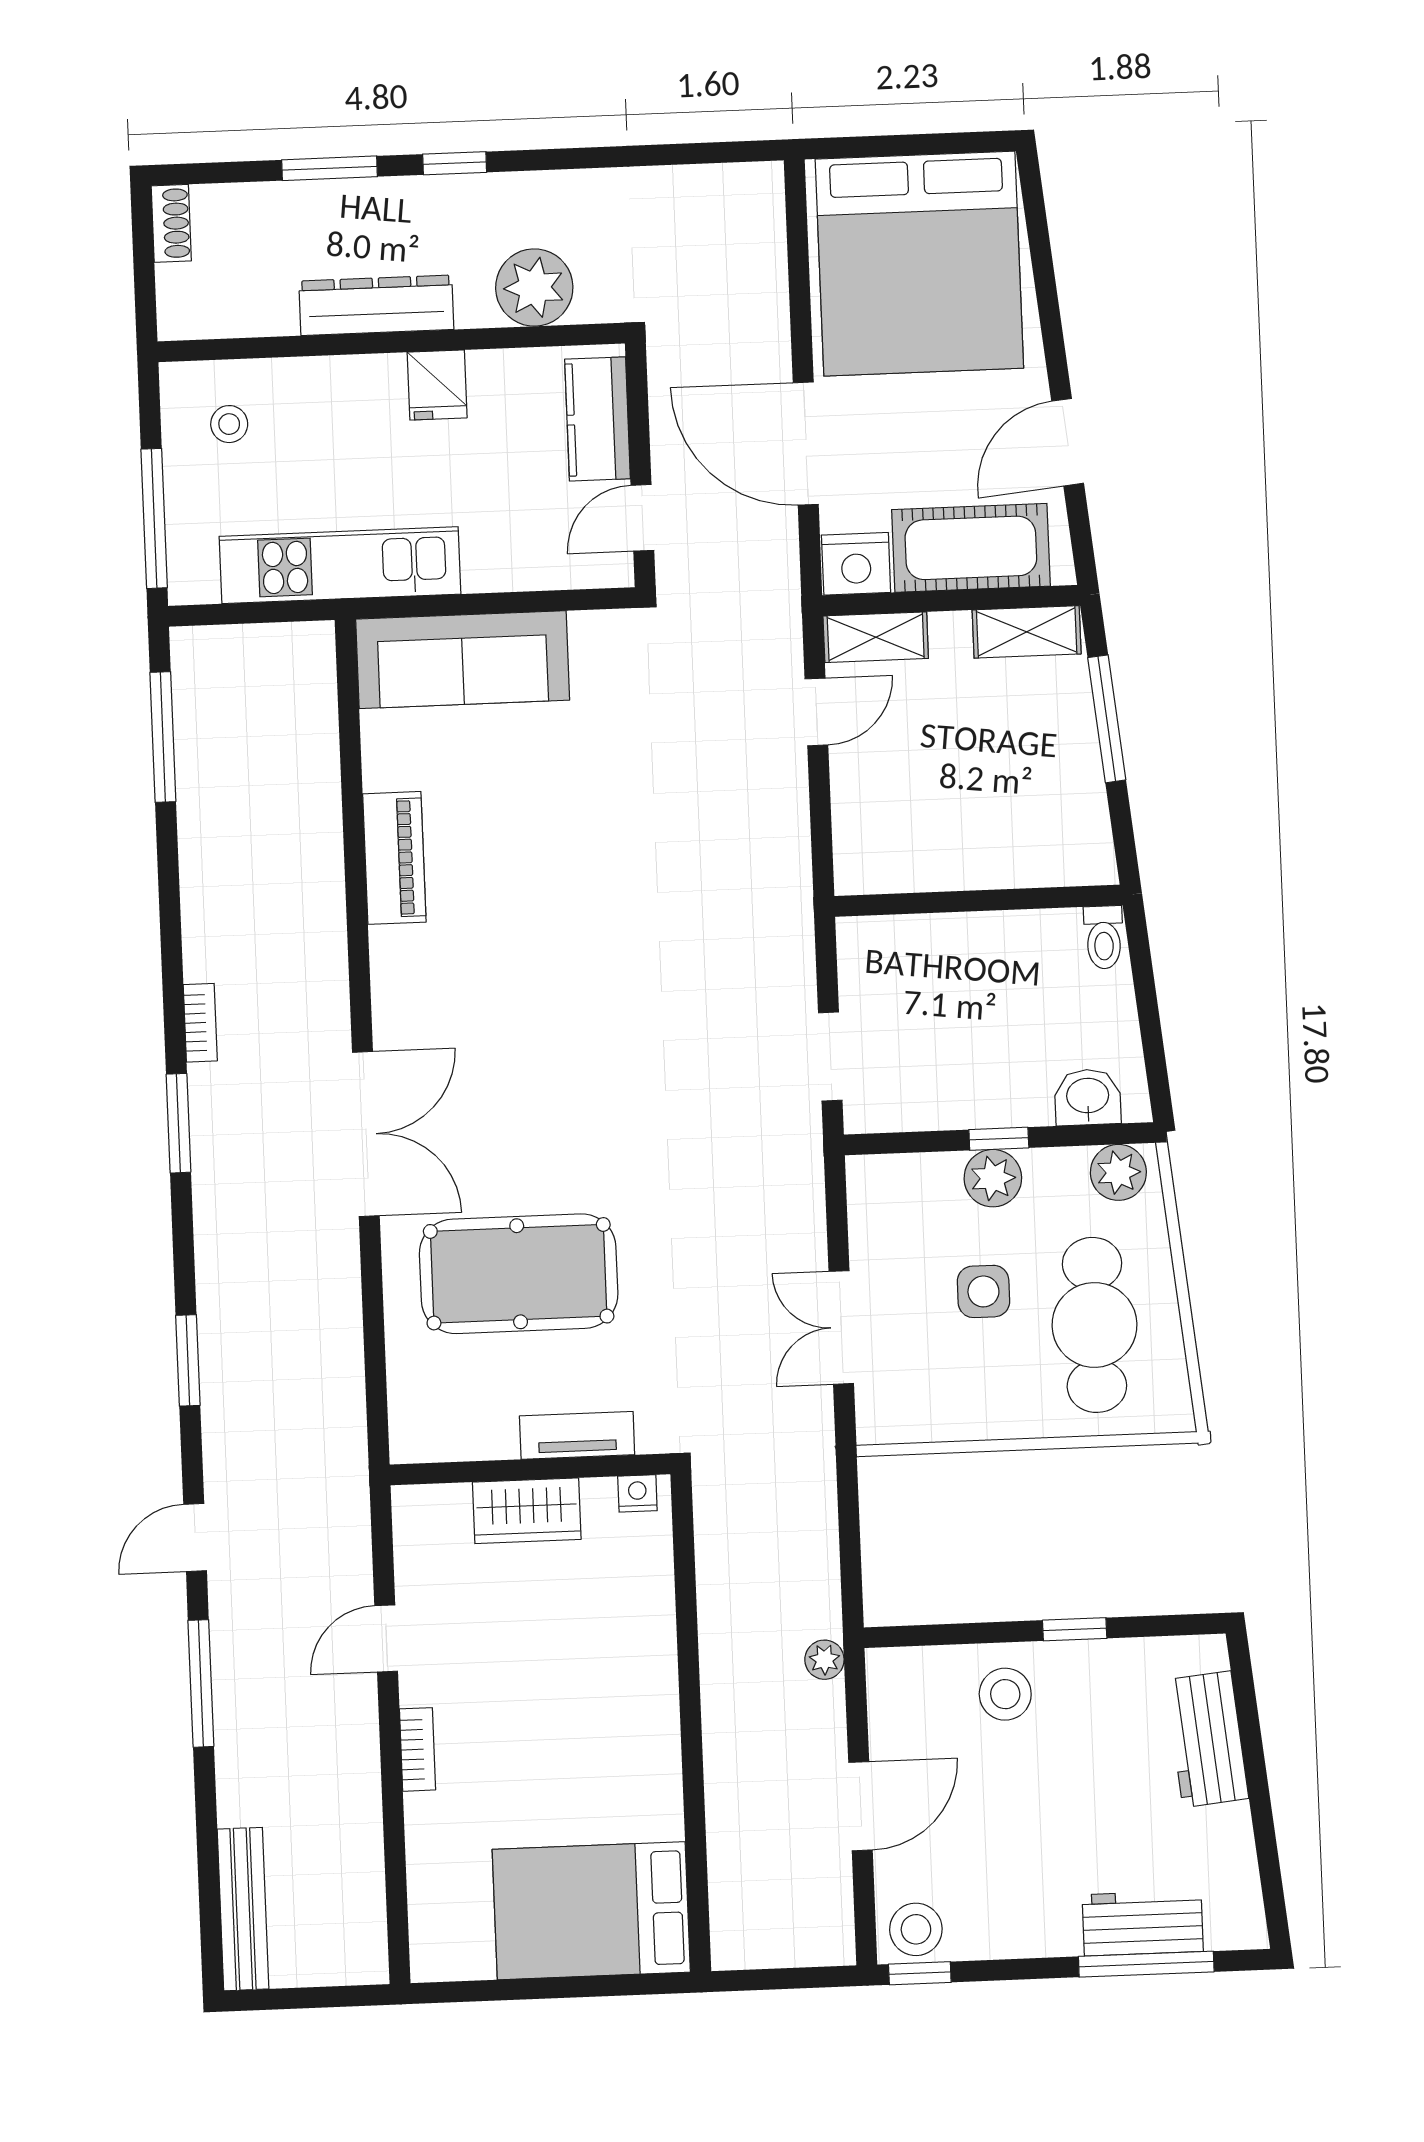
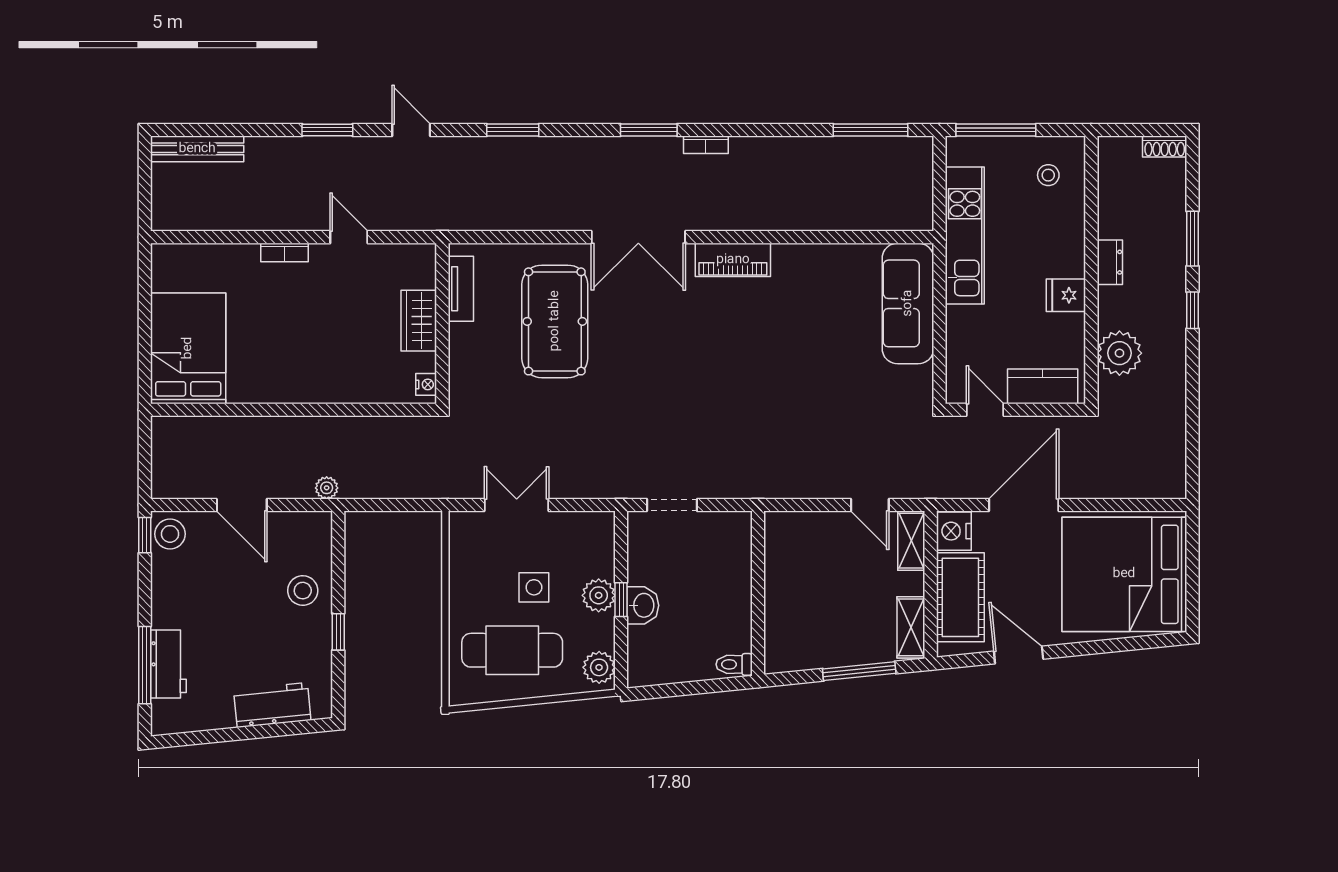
dresser: (376, 305) -> (1110, 262), width x0.51, depth x0.80
piano: (394, 858) -> (733, 260), moved
washbasin: (1088, 1097) -> (643, 605), moved
tv unit: (577, 1435) -> (461, 289), moved
window: (201, 1683) -> (327, 130), width x0.69

